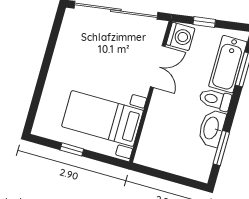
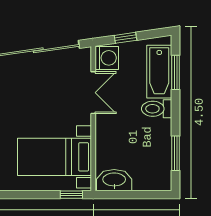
washbasin: (212, 128) -> (114, 180), moved, turned 90
window: (72, 149) -> (71, 195), moved

